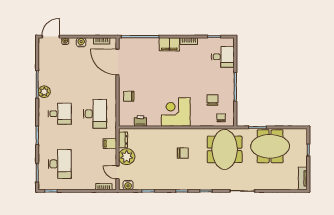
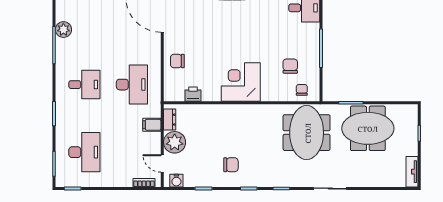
plant: (44, 92) -> (63, 30), moved
chair: (183, 153) -> (231, 165), moved

